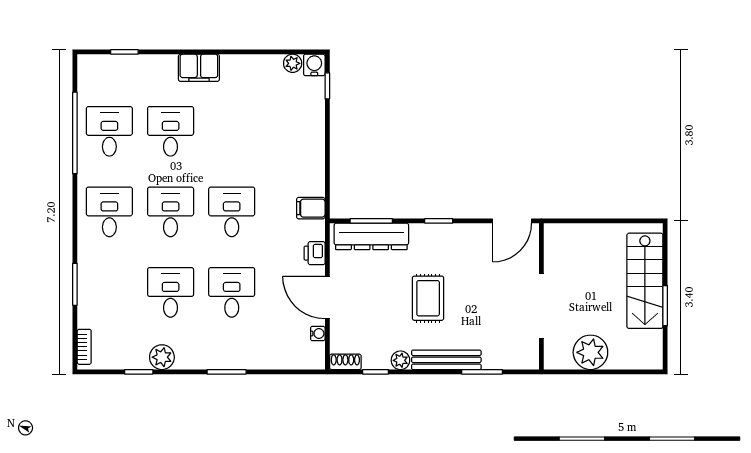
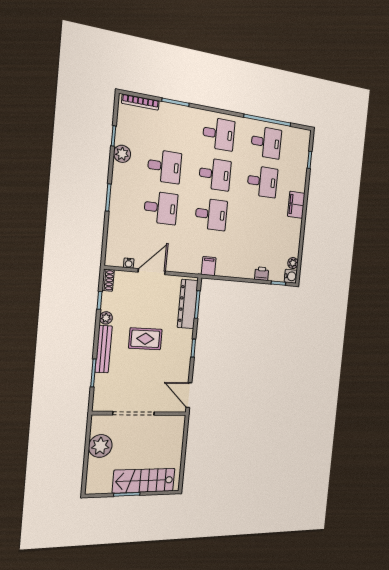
printer: (315, 253) -> (262, 274), moved
bookcase: (84, 347) -> (140, 102), width x1.56

